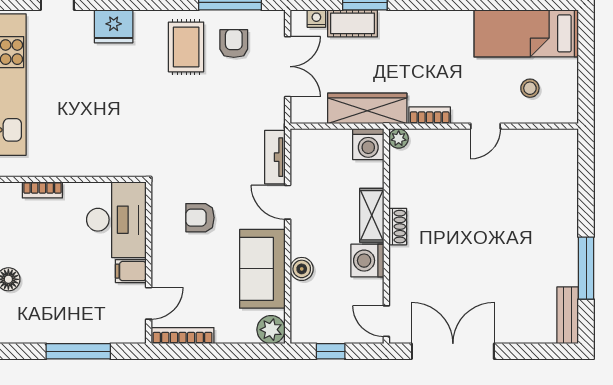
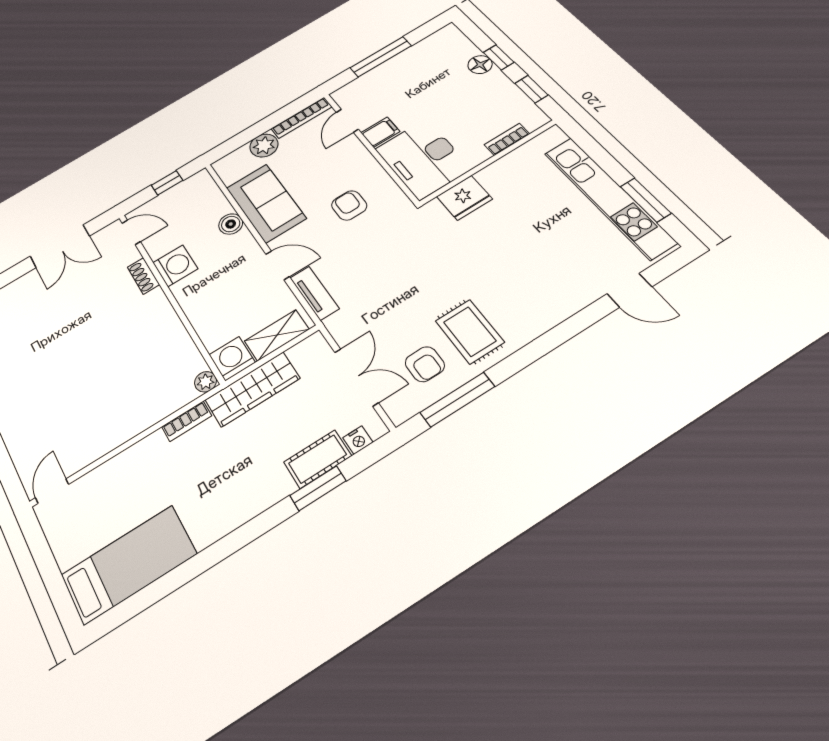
fridge: (114, 26) -> (464, 198), moved, turned 180
double door: (288, 67) -> (356, 377), swing flipped
stool: (530, 88) -> (98, 511), removed
door: (485, 126) -> (52, 491), moved
shelving: (372, 215) -> (277, 335), moved, turned 90
armchair: (200, 218) -> (349, 205), turned -90
shoe rack: (398, 227) -> (143, 276), moved
plant: (271, 330) -> (264, 146), moved
double door: (453, 351) -> (60, 246), width x0.73

